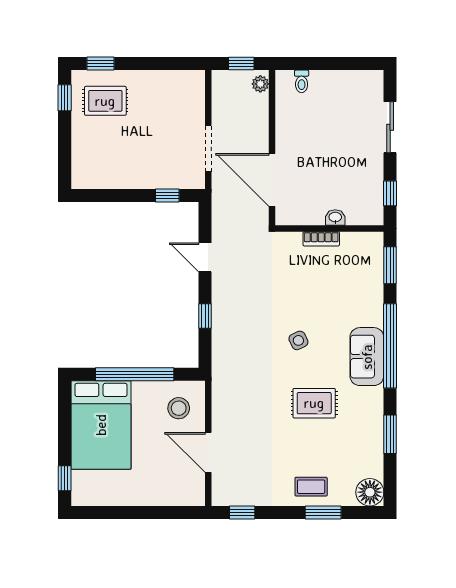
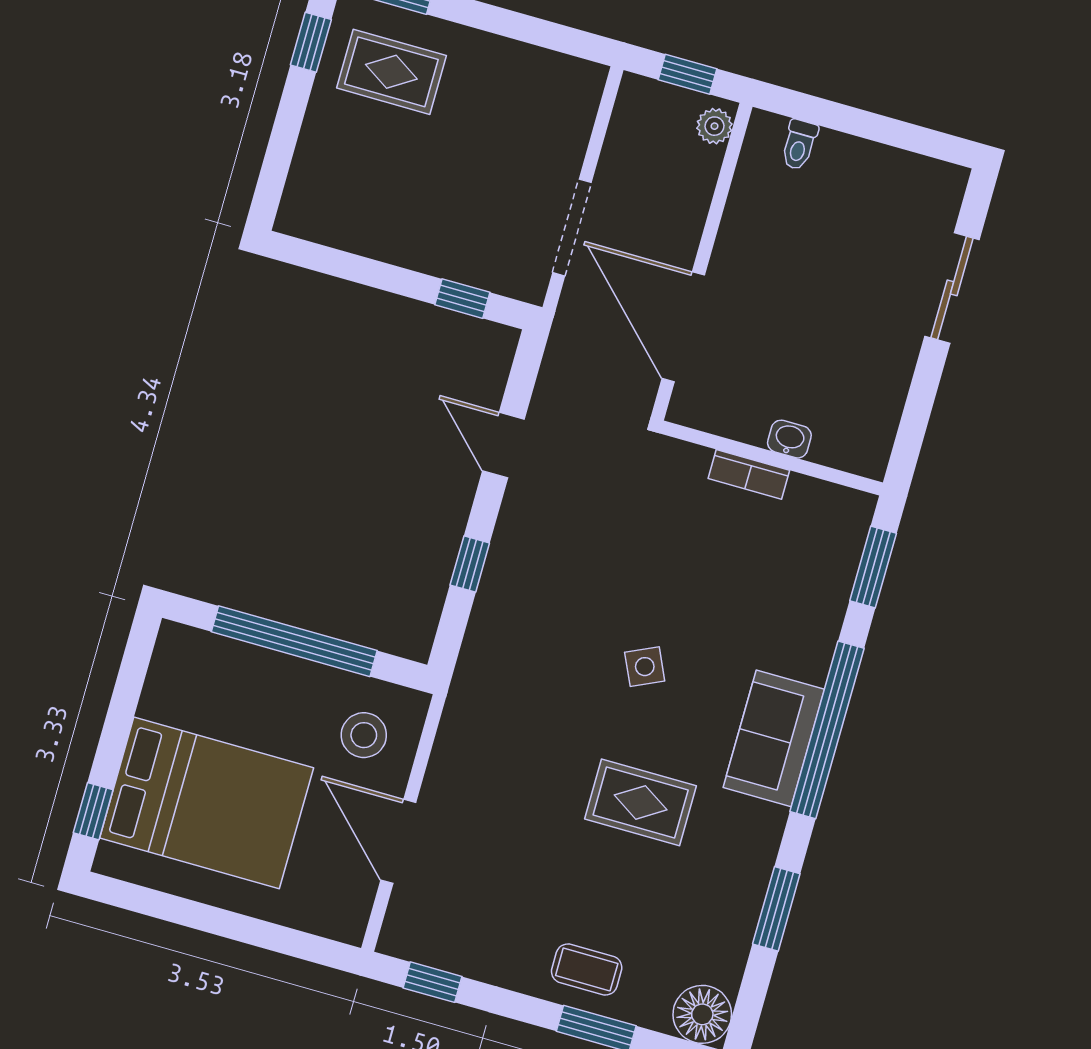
window: (390, 193) -> (914, 422), removed
bed: (101, 425) -> (207, 803), moved, turned -90

